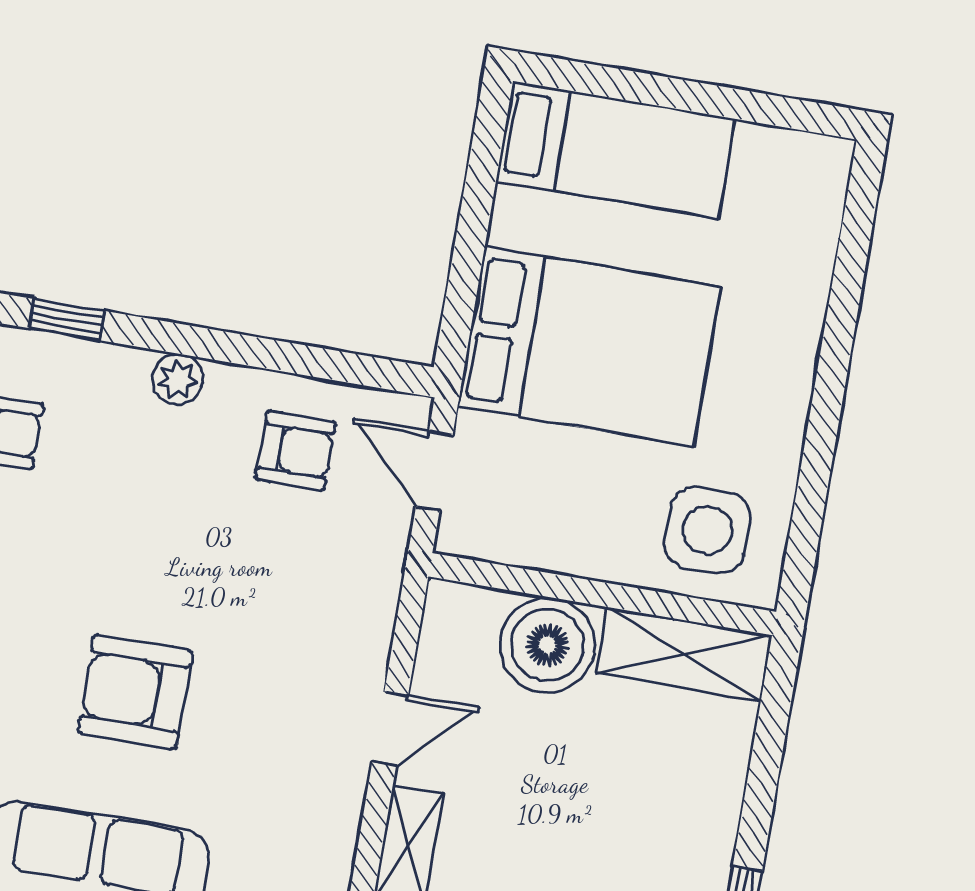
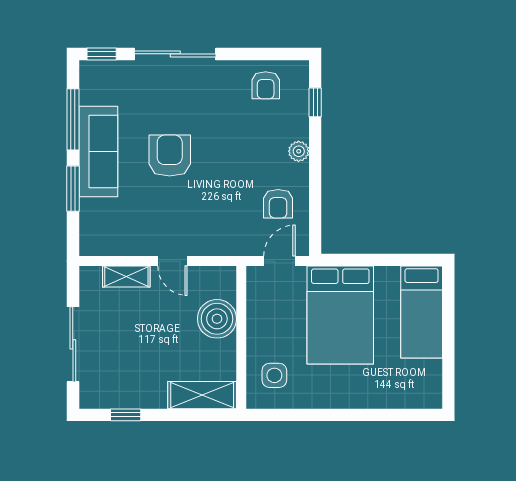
side table: (707, 530) -> (274, 375), width x0.73, depth x0.73
shelving: (684, 654) -> (202, 395), moved, turned 90

